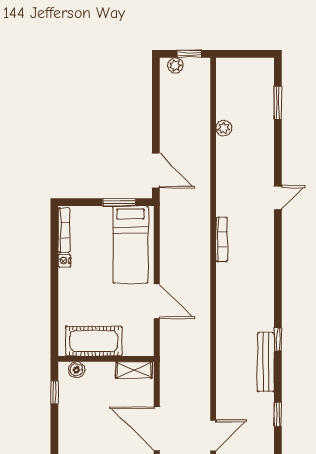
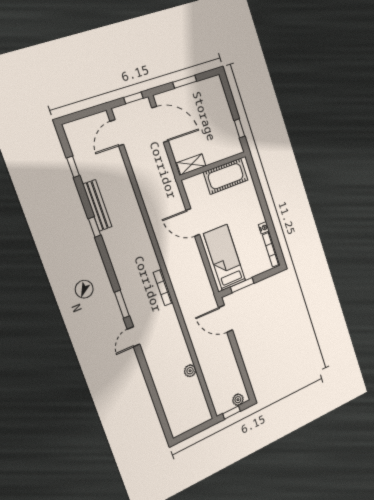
window: (278, 103) -> (122, 304), moved
boiler: (77, 370) -> (230, 150), removed

